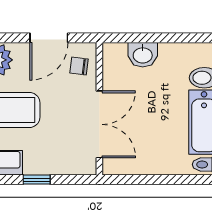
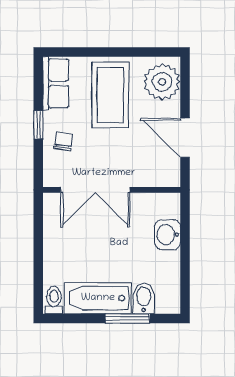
chair: (79, 66) -> (63, 141), moved

